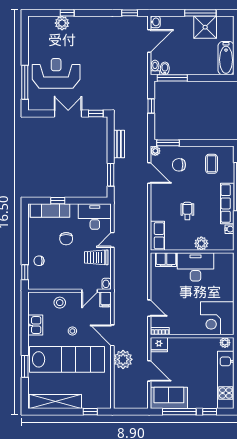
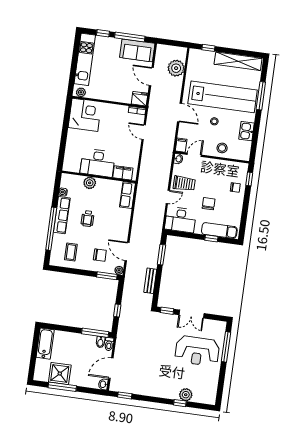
wheelchair: (187, 211) -> (88, 219), moved
lab bench: (67, 359) -> (223, 97), turned 180
plant: (123, 359) -> (176, 68), moved
window: (25, 366) -> (261, 96), width x1.44

